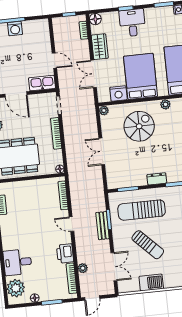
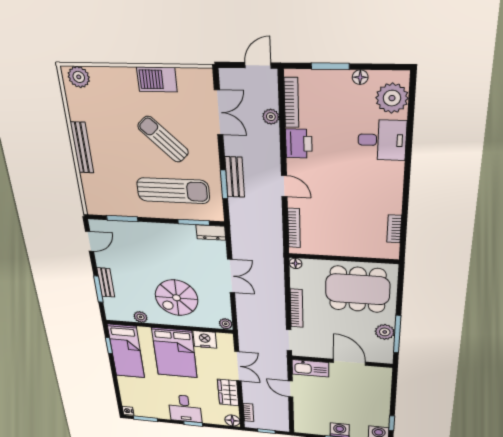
dresser: (157, 179) -> (211, 233), moved
double door: (114, 267) -> (219, 112), swing flipped

